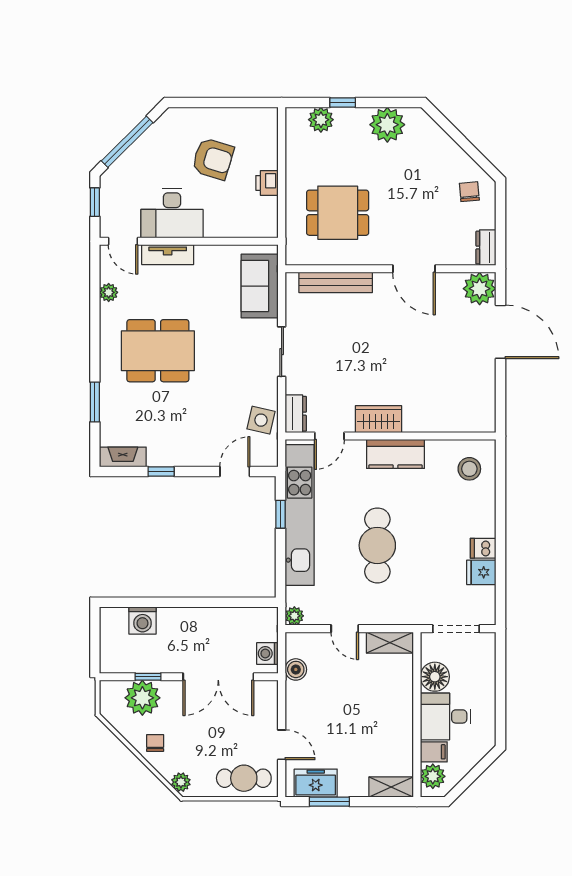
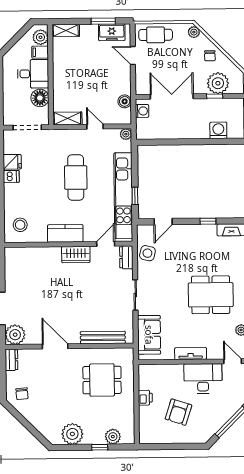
armchair: (213, 159) -> (178, 412), turned -89
tv unit: (168, 255) -> (191, 354), moved

